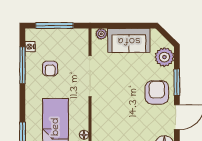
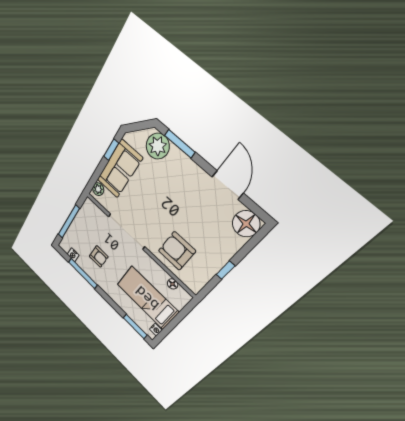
window: (137, 26) -> (111, 150), added
window: (177, 82) -> (180, 144), moved
armchair: (157, 92) -> (177, 251), moved

